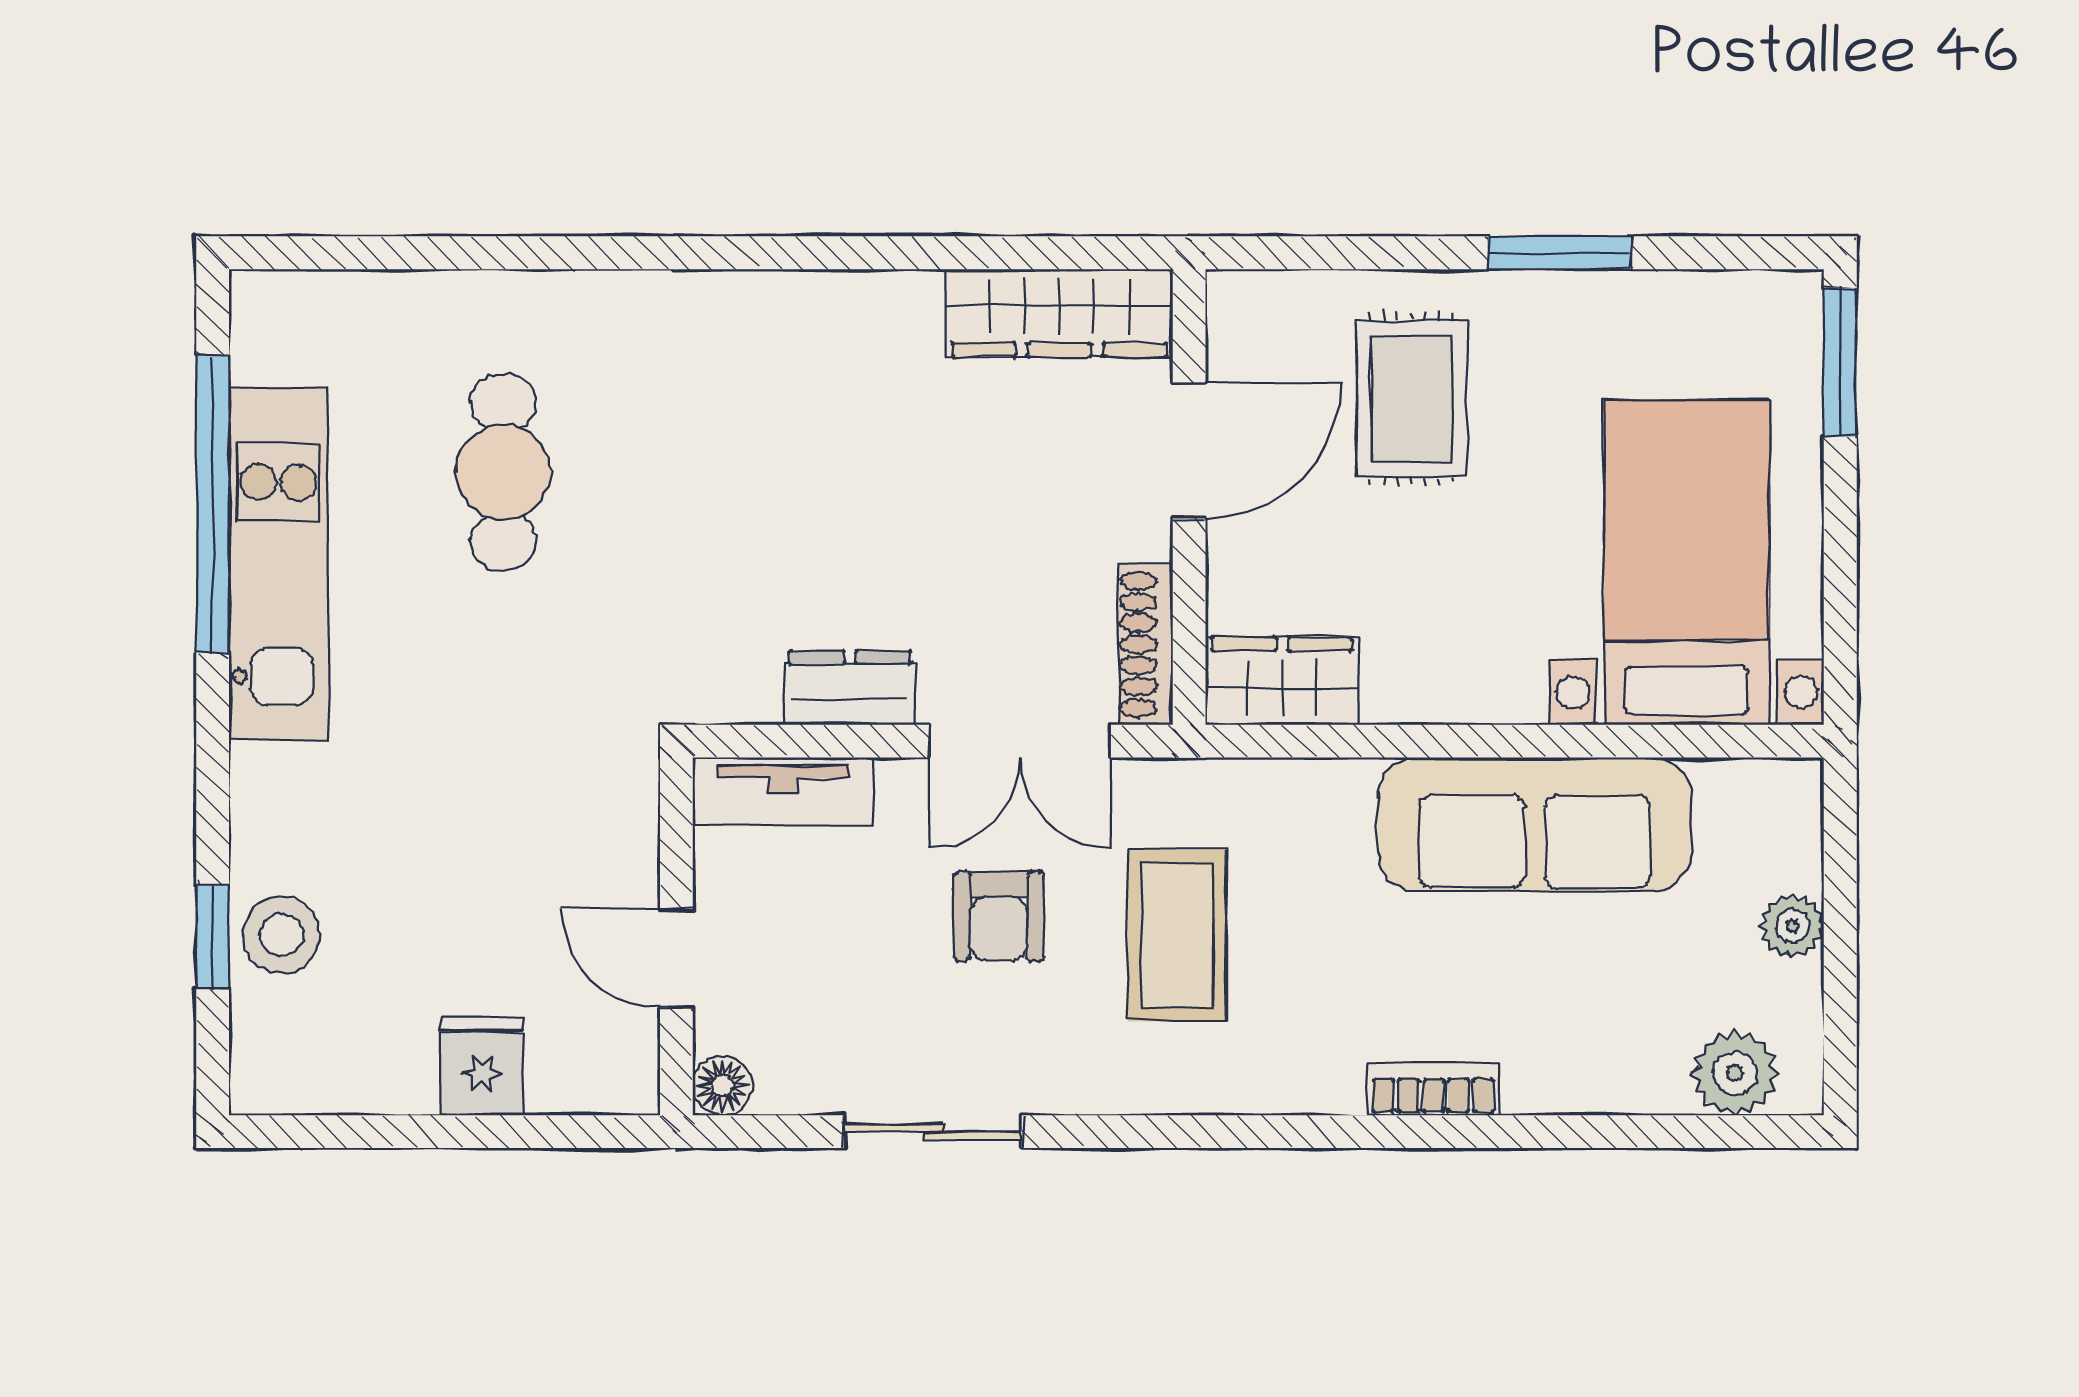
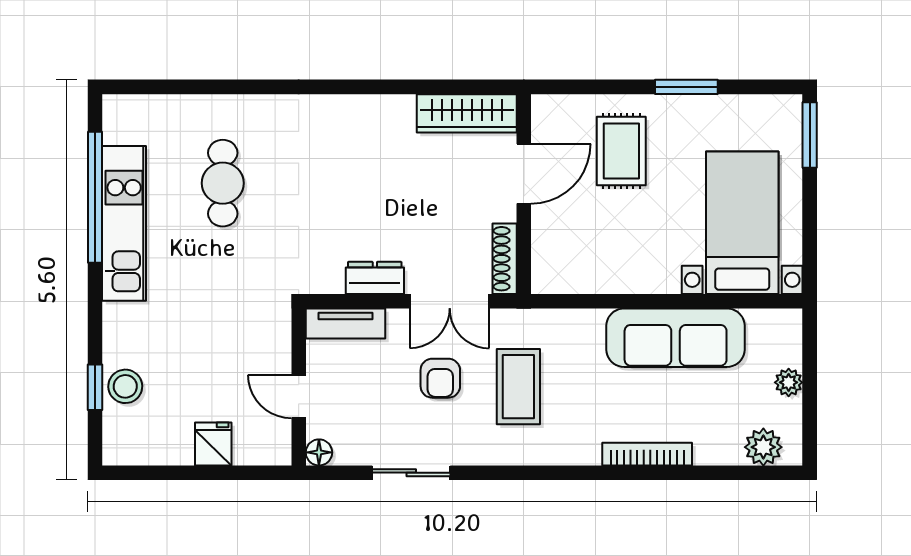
wardrobe: (1282, 681) -> (565, 275), removed
bookcase: (1434, 1089) -> (647, 454), width x1.56

